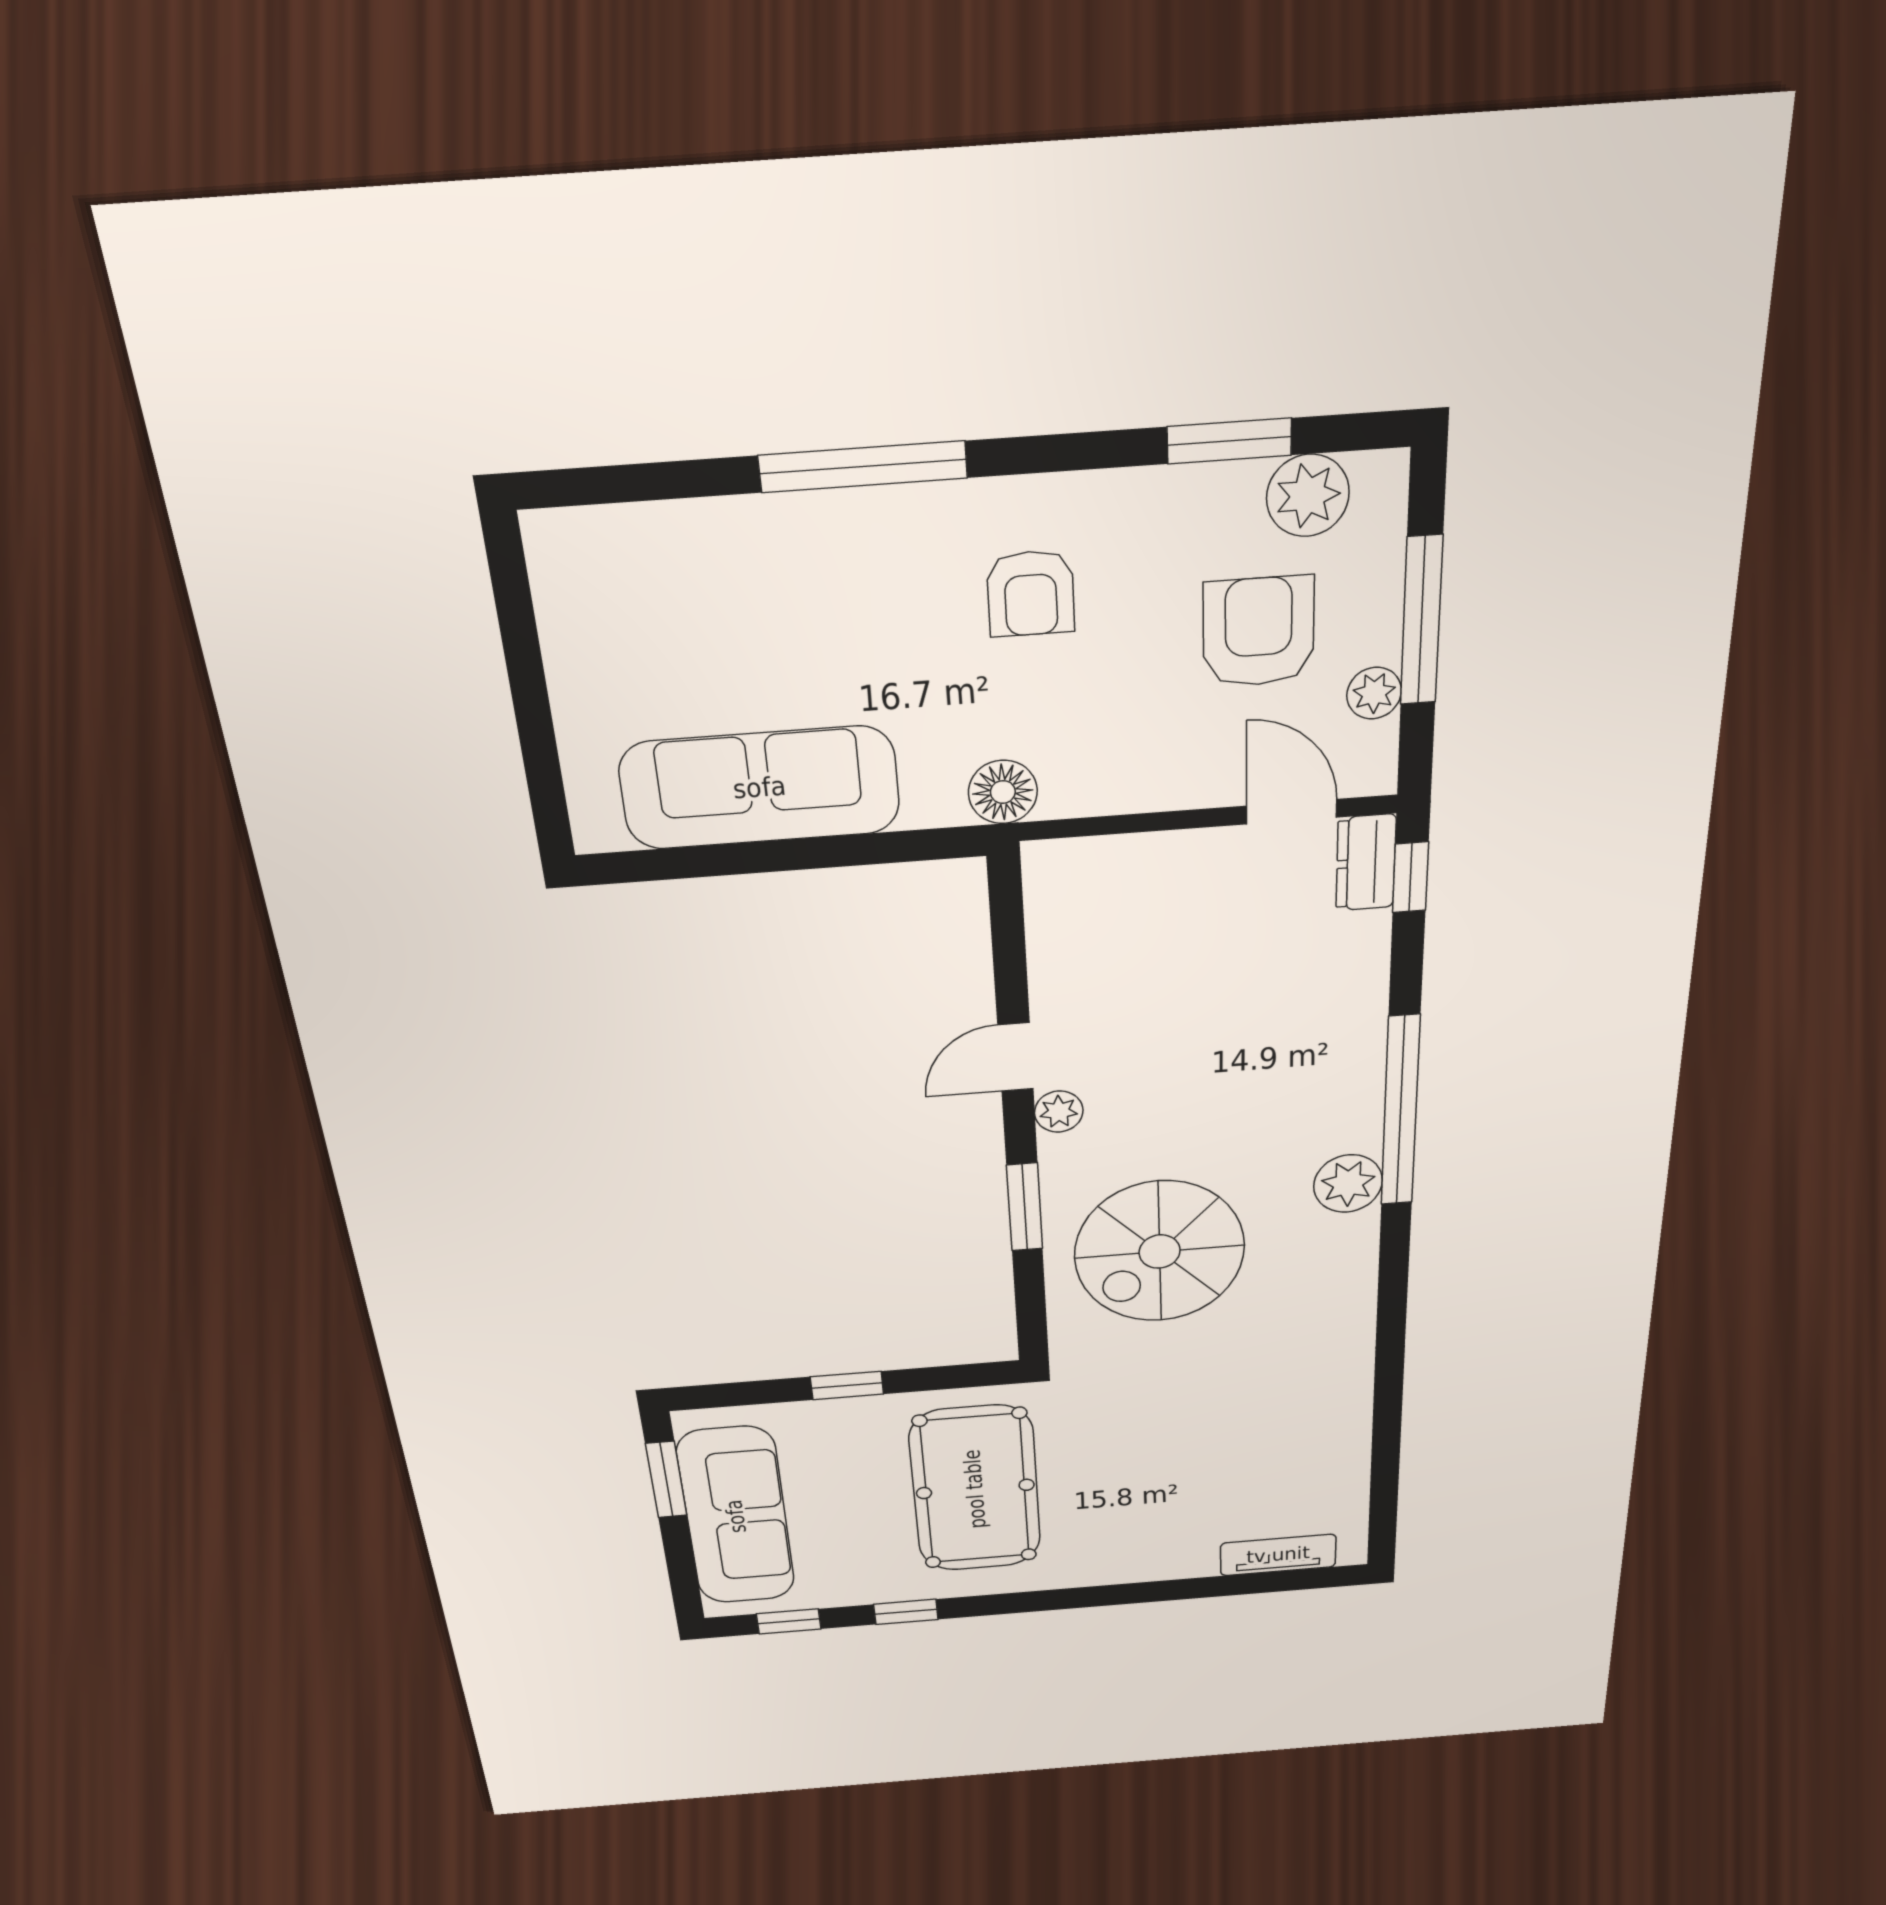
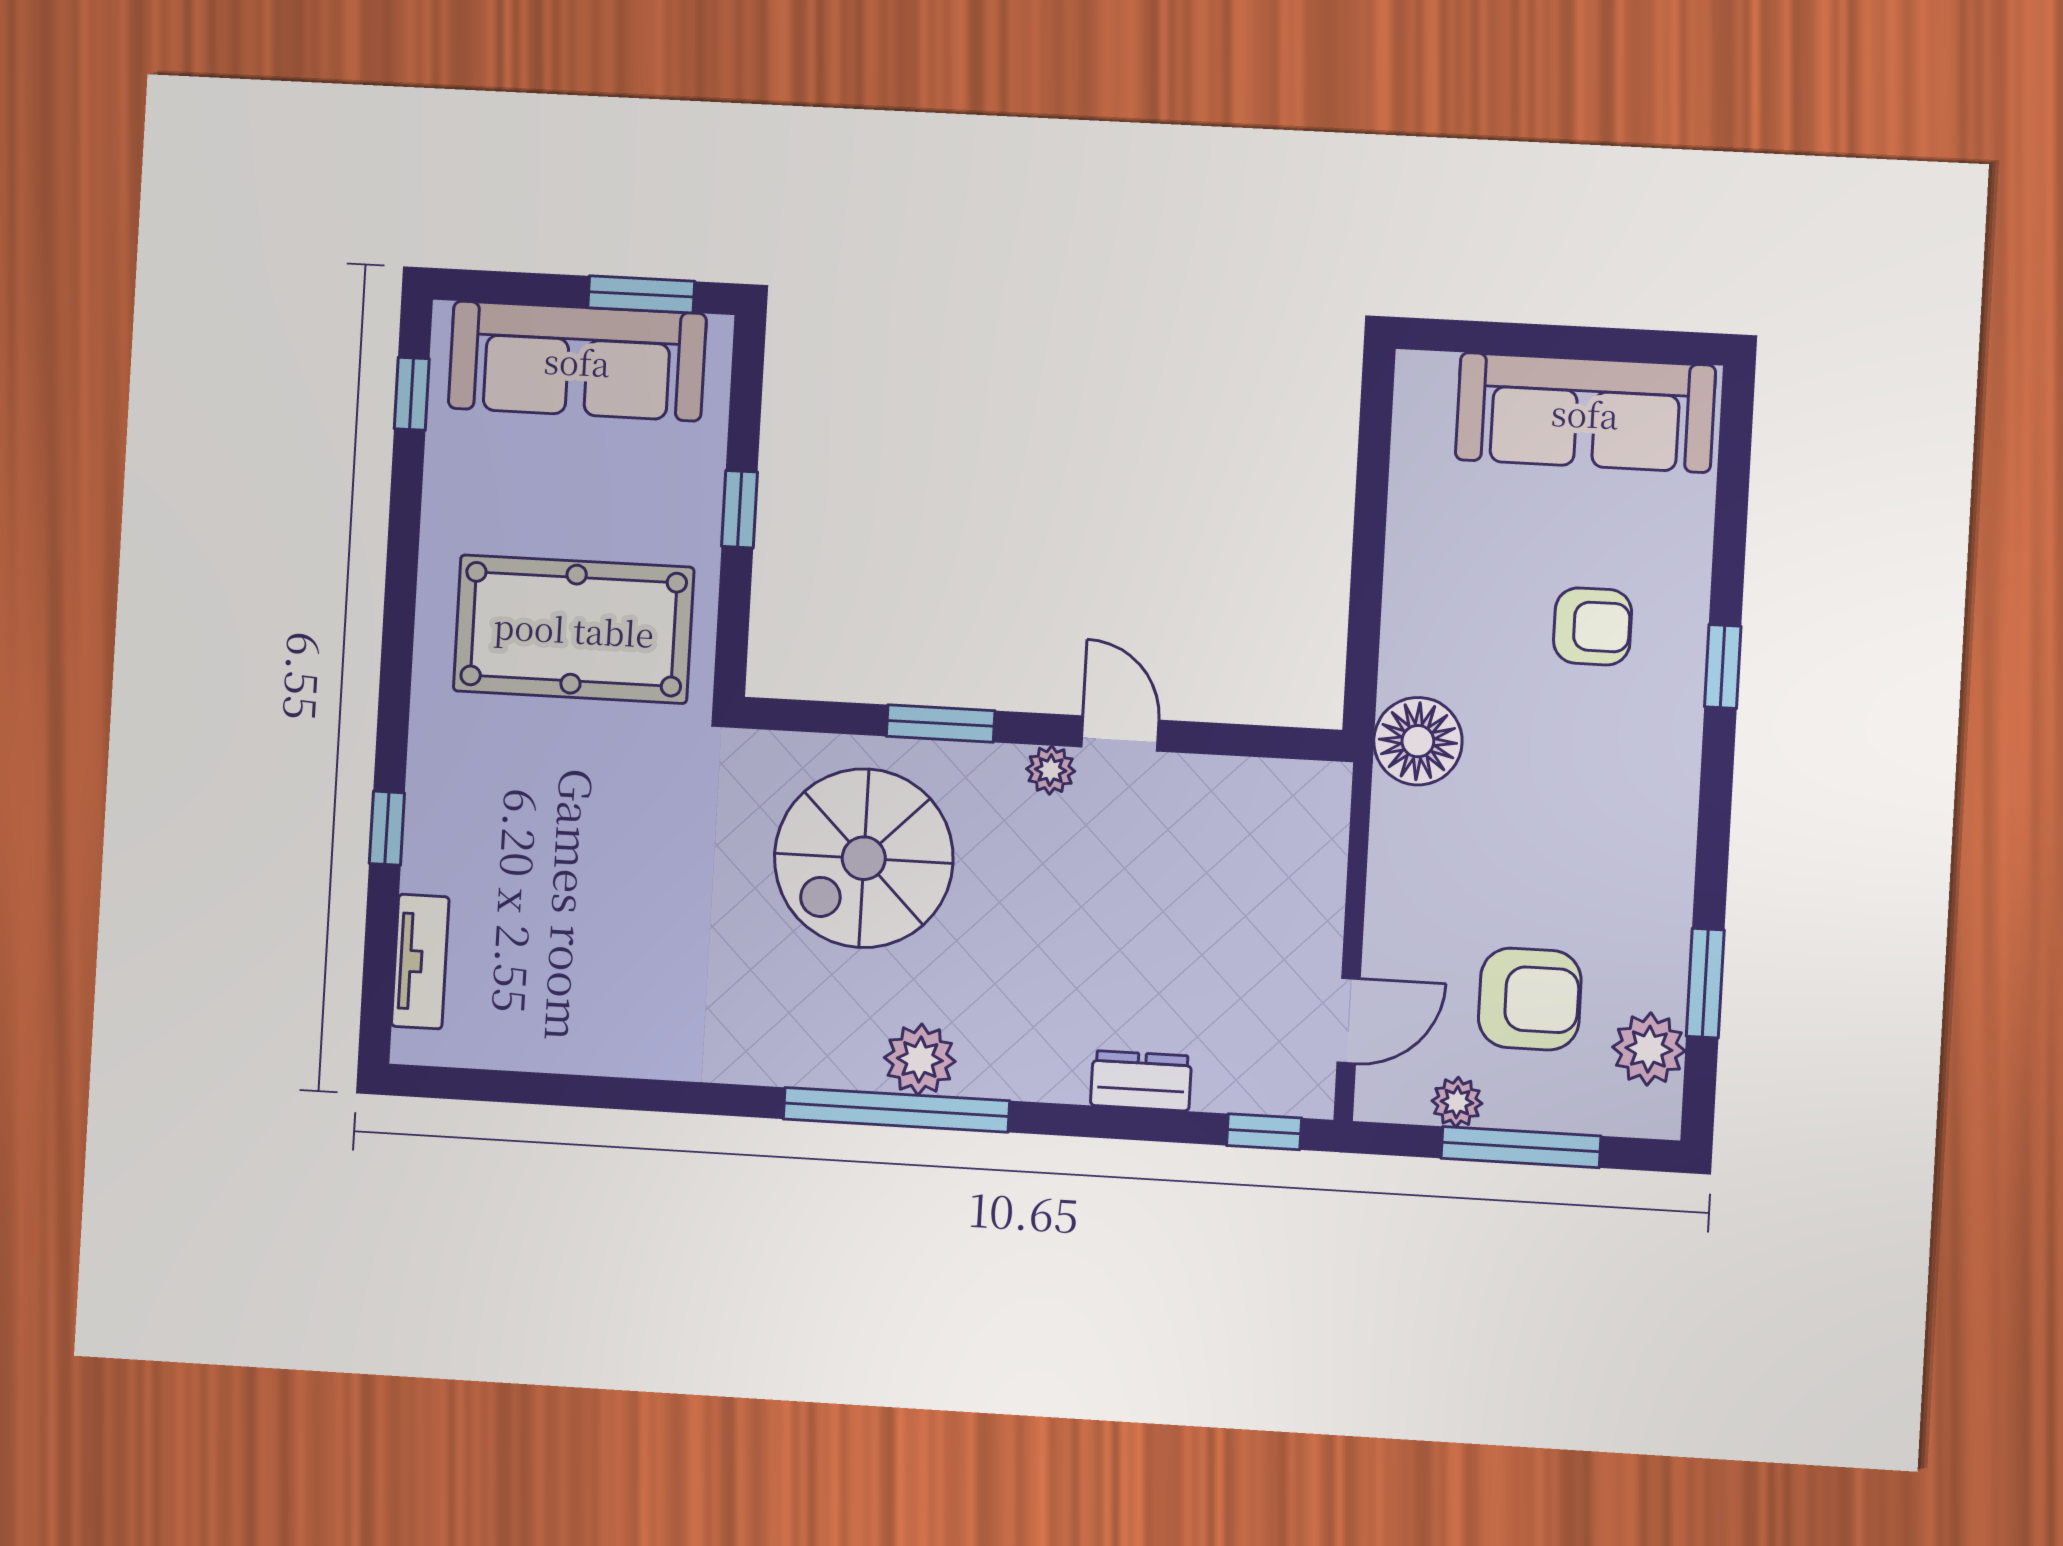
window: (863, 467) -> (1723, 666), width x0.46
armchair: (1031, 593) -> (1593, 626), moved, turned 180
sofa: (760, 788) -> (1585, 413), moved, turned 90
floor lamp: (1003, 792) -> (1418, 741), width x1.38, depth x1.38
dresser: (1366, 863) -> (1141, 1081), moved
window: (1400, 1111) -> (896, 1110), moved
spiral stairs: (1160, 1252) -> (864, 858), turned -90
window: (906, 1612) -> (387, 828), moved

